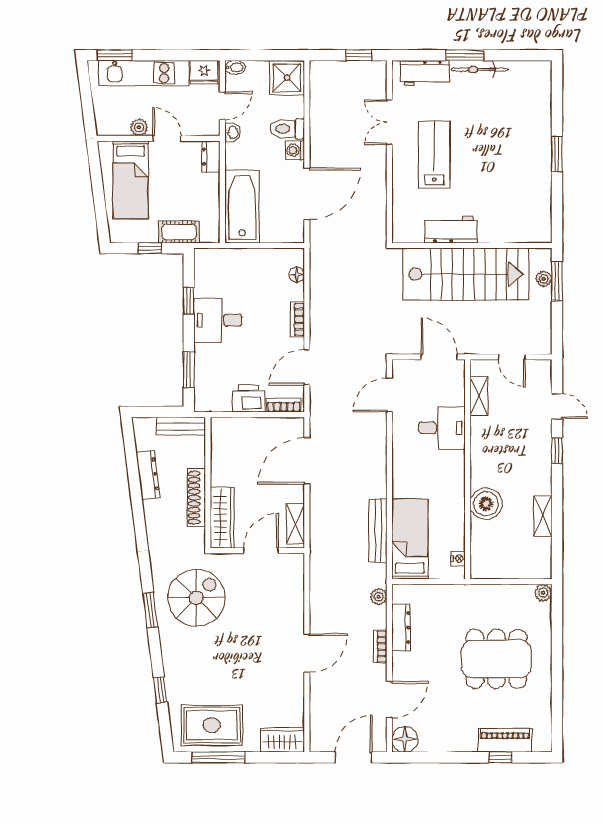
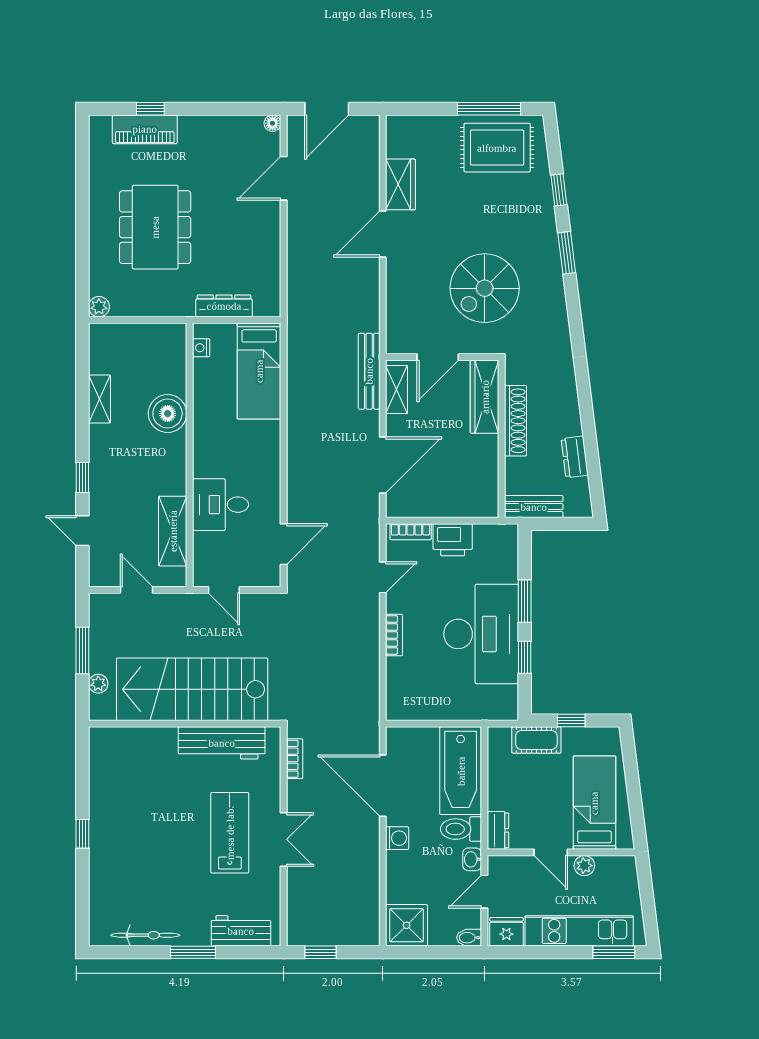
bicycle: (480, 69) -> (145, 935), moved
double door: (389, 122) -> (284, 839), moved
toilet: (287, 129) -> (461, 829), moved, turned 180
window: (557, 154) -> (82, 834), width x0.67
lab bench: (434, 155) -> (230, 833), turned 180
door: (307, 194) -> (383, 786), hinge flipped
workbench: (451, 230) -> (222, 743), width x1.38
floor lamp: (297, 275) -> (395, 689), removed
window: (557, 281) -> (82, 651), moved
desk: (218, 320) -> (481, 634), width x1.87, depth x1.30
door: (439, 357) -> (224, 590), width x0.73
door: (307, 367) -> (383, 577), width x0.73
window: (189, 370) -> (525, 601), moved
shelving: (479, 396) -> (173, 531), width x1.50, depth x1.33
dresser: (148, 475) -> (575, 457), width x0.70
bench: (378, 531) -> (369, 371), moved
plant: (379, 597) -> (297, 302), removed
spiral stairs: (196, 598) -> (485, 288), moved
window: (150, 610) -> (567, 253), moved
dresser: (401, 628) -> (224, 306), moved, turned 90
bookcase: (380, 647) -> (295, 759), moved
dining table: (496, 659) -> (155, 227), turned 90
floor lamp: (405, 739) -> (272, 123), width x0.53, depth x0.53
wardrobe: (282, 740) -> (401, 184), moved, turned -90

